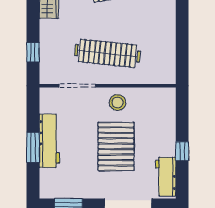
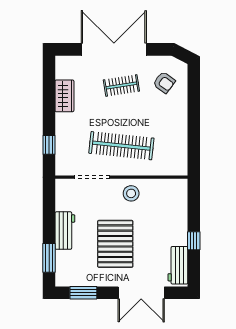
workbench: (49, 141) -> (65, 231), width x0.73
pallet: (116, 146) -> (115, 244), moved
window: (33, 147) -> (49, 258), moved

